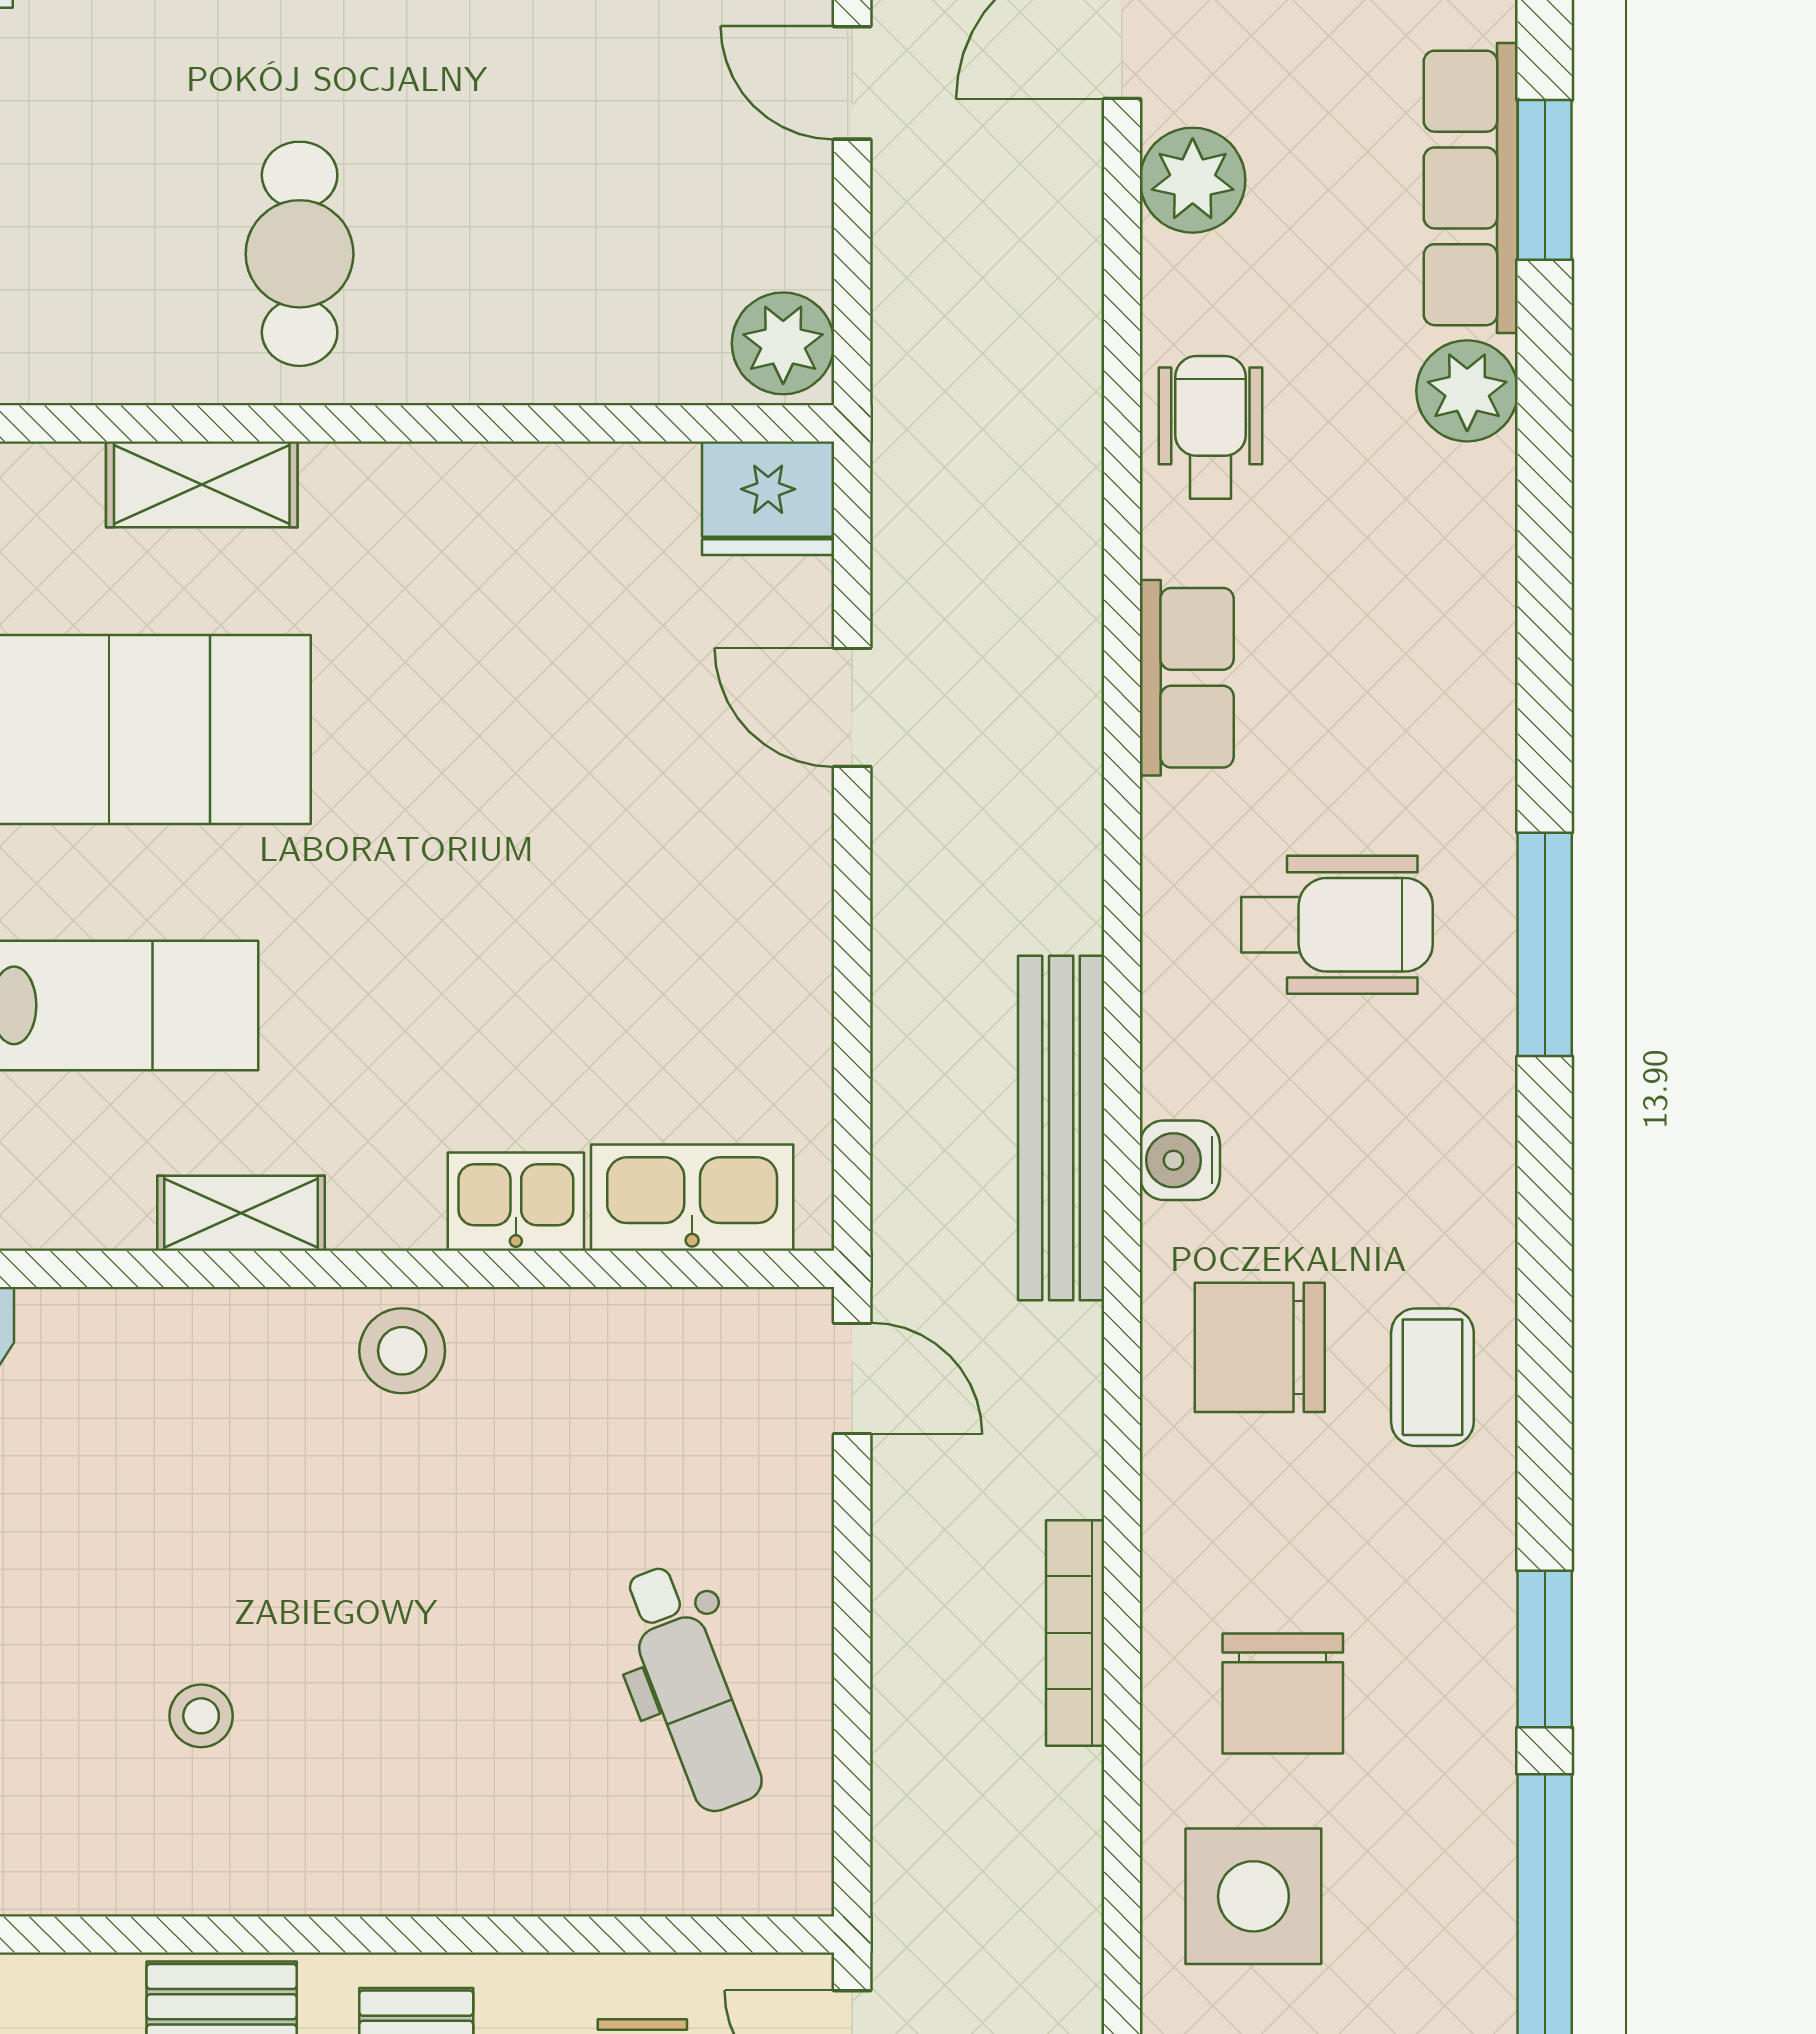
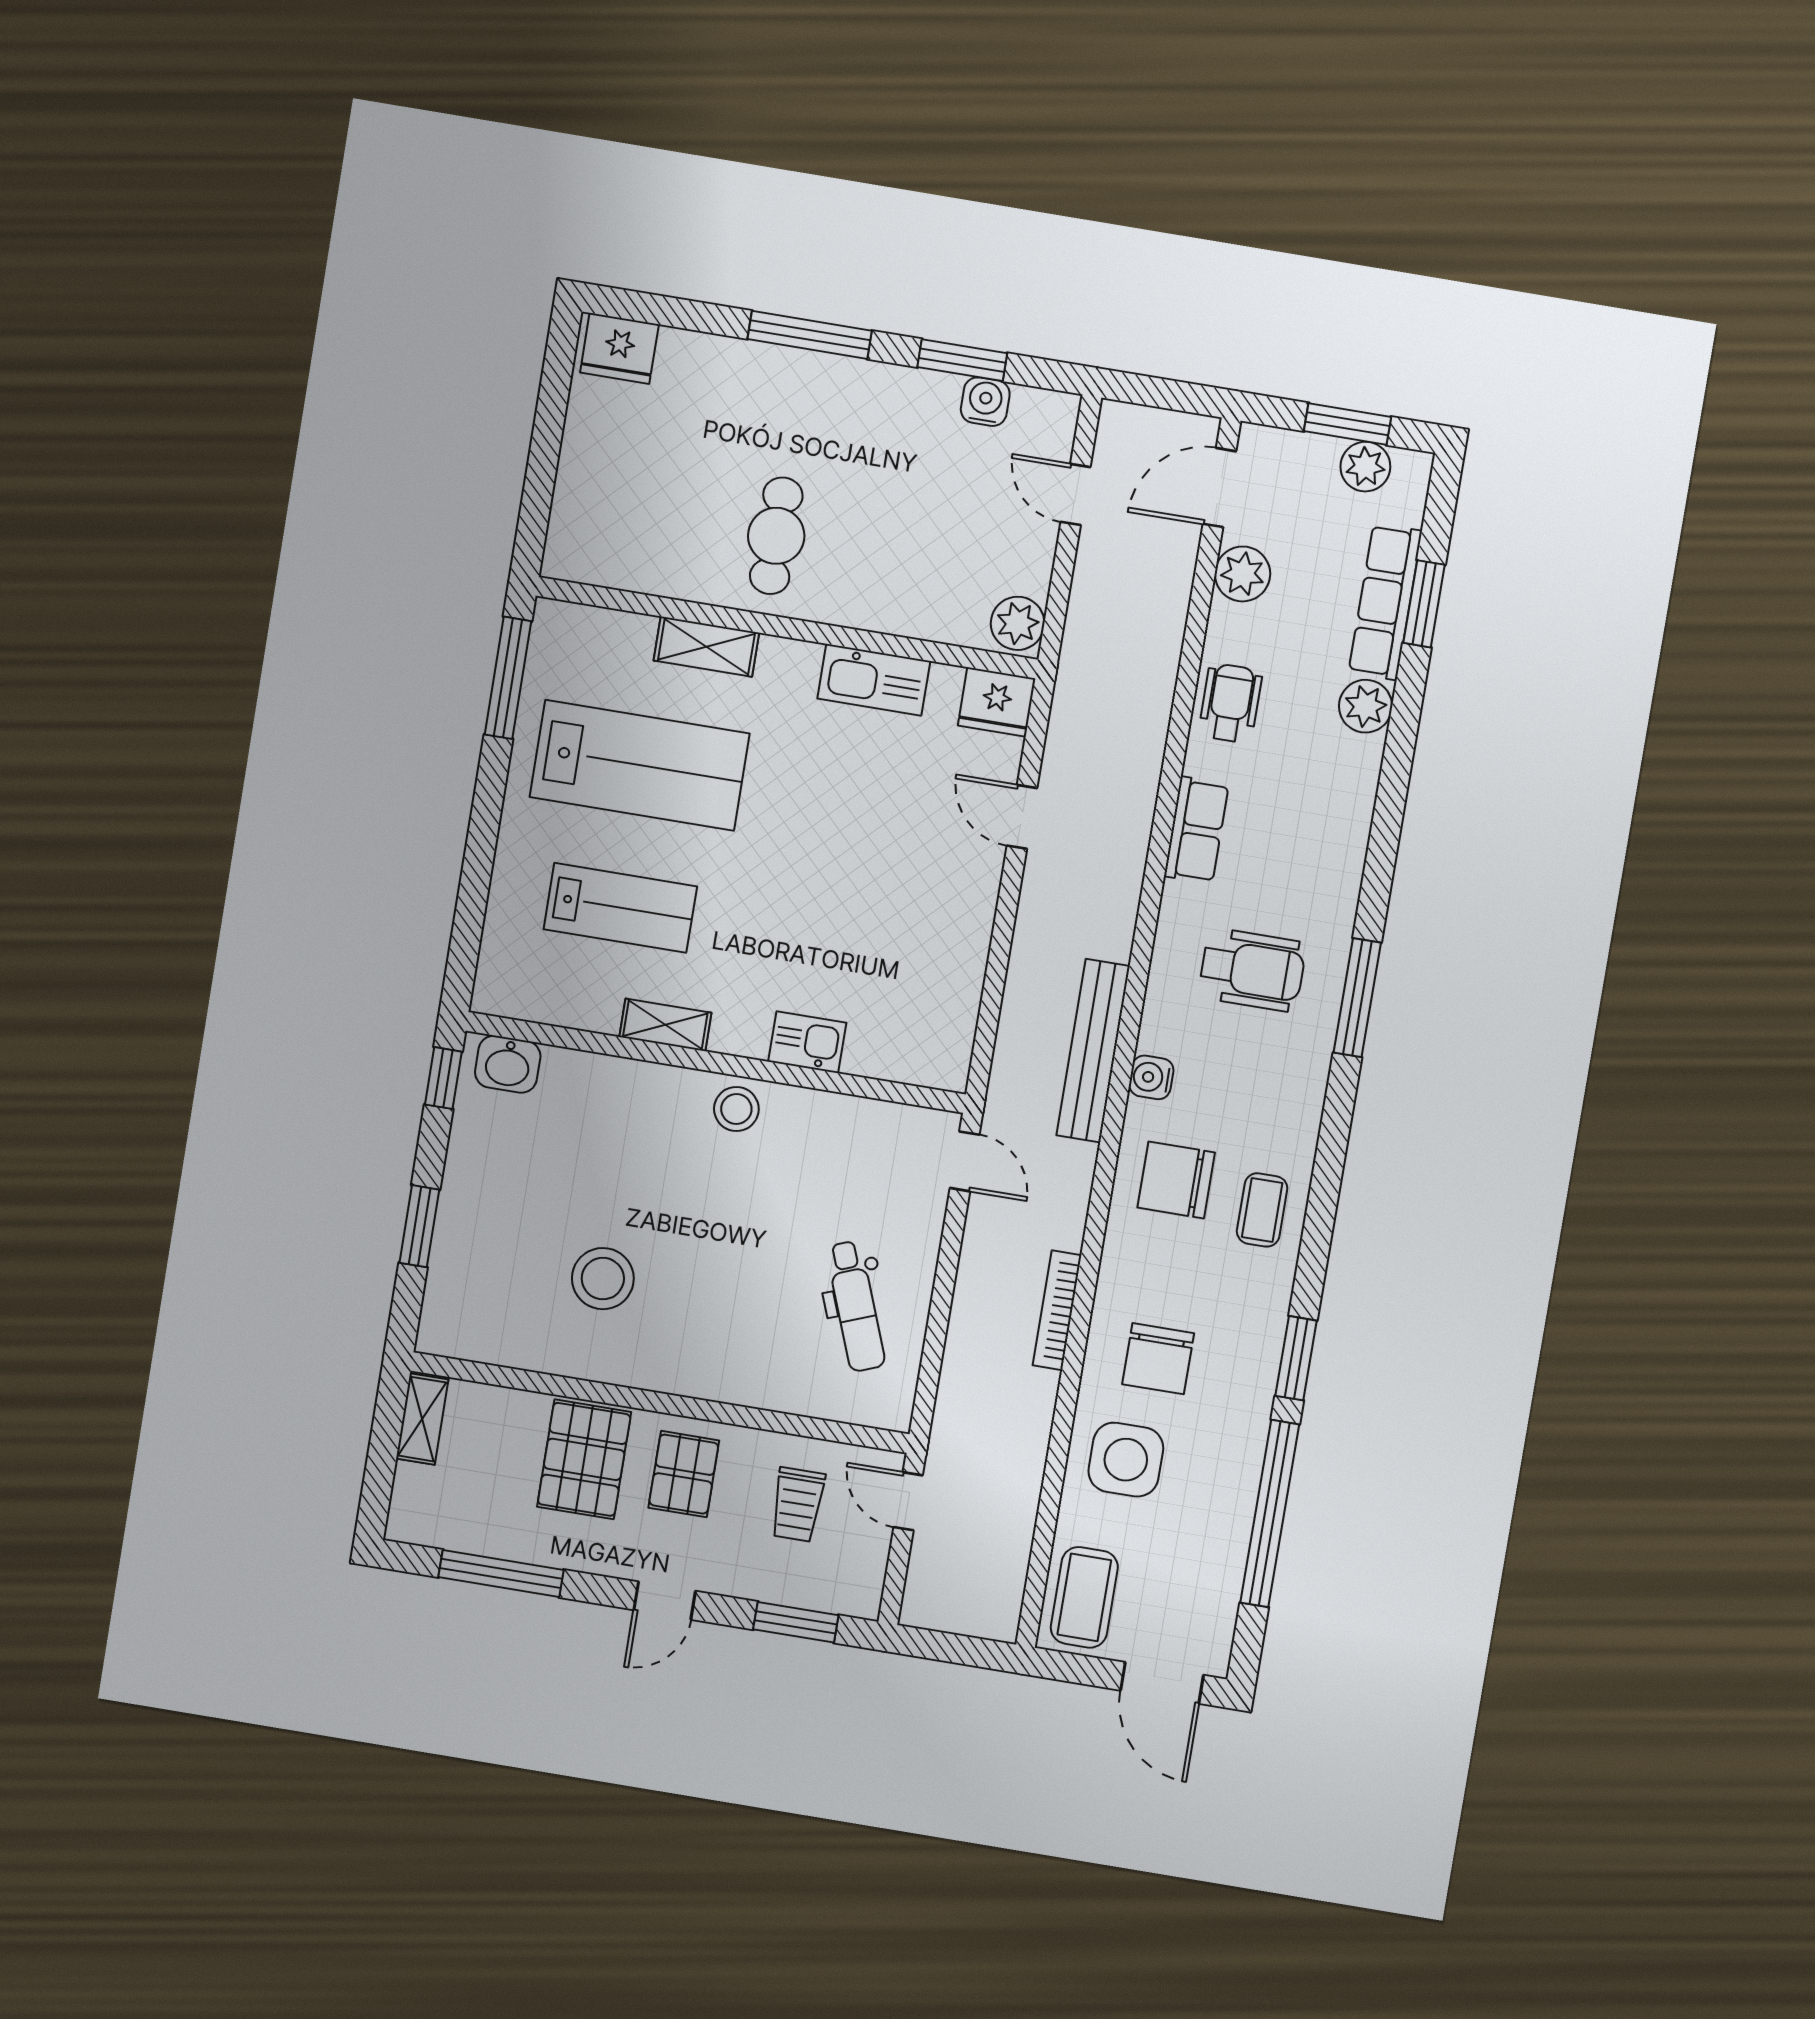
kitchen sink: (692, 1198) -> (874, 680), moved, turned 180
stool: (201, 1716) -> (603, 1279), width x1.89, depth x1.89

